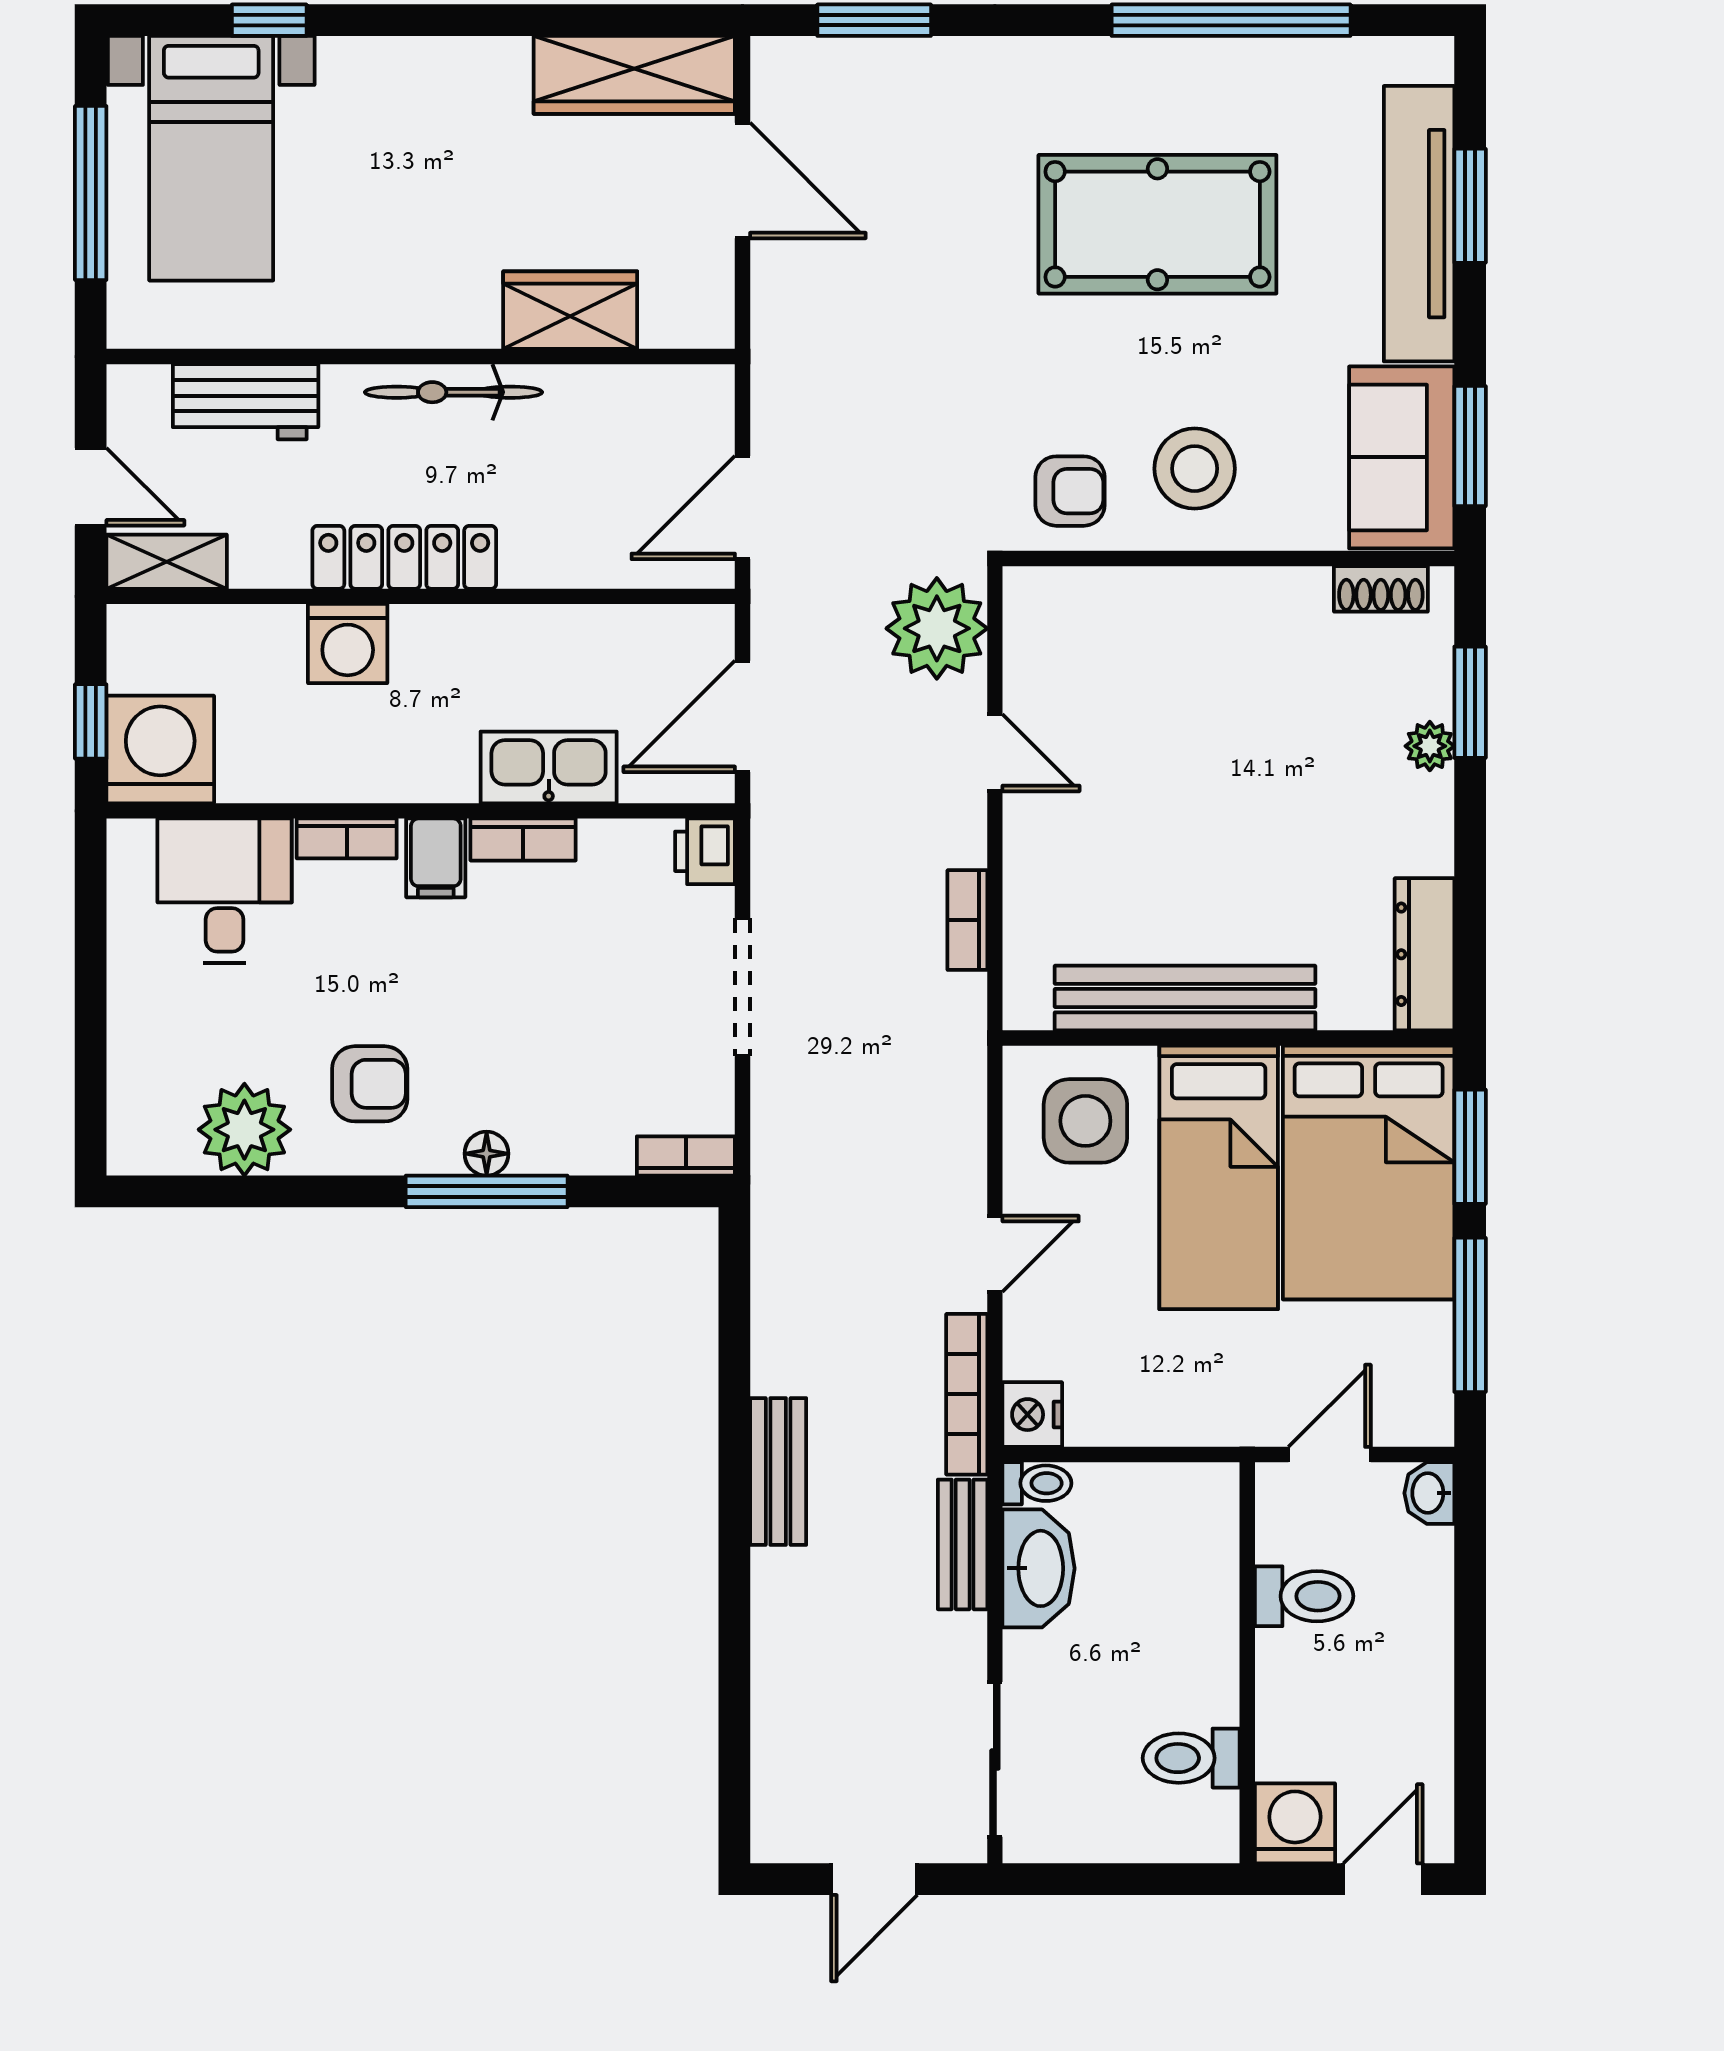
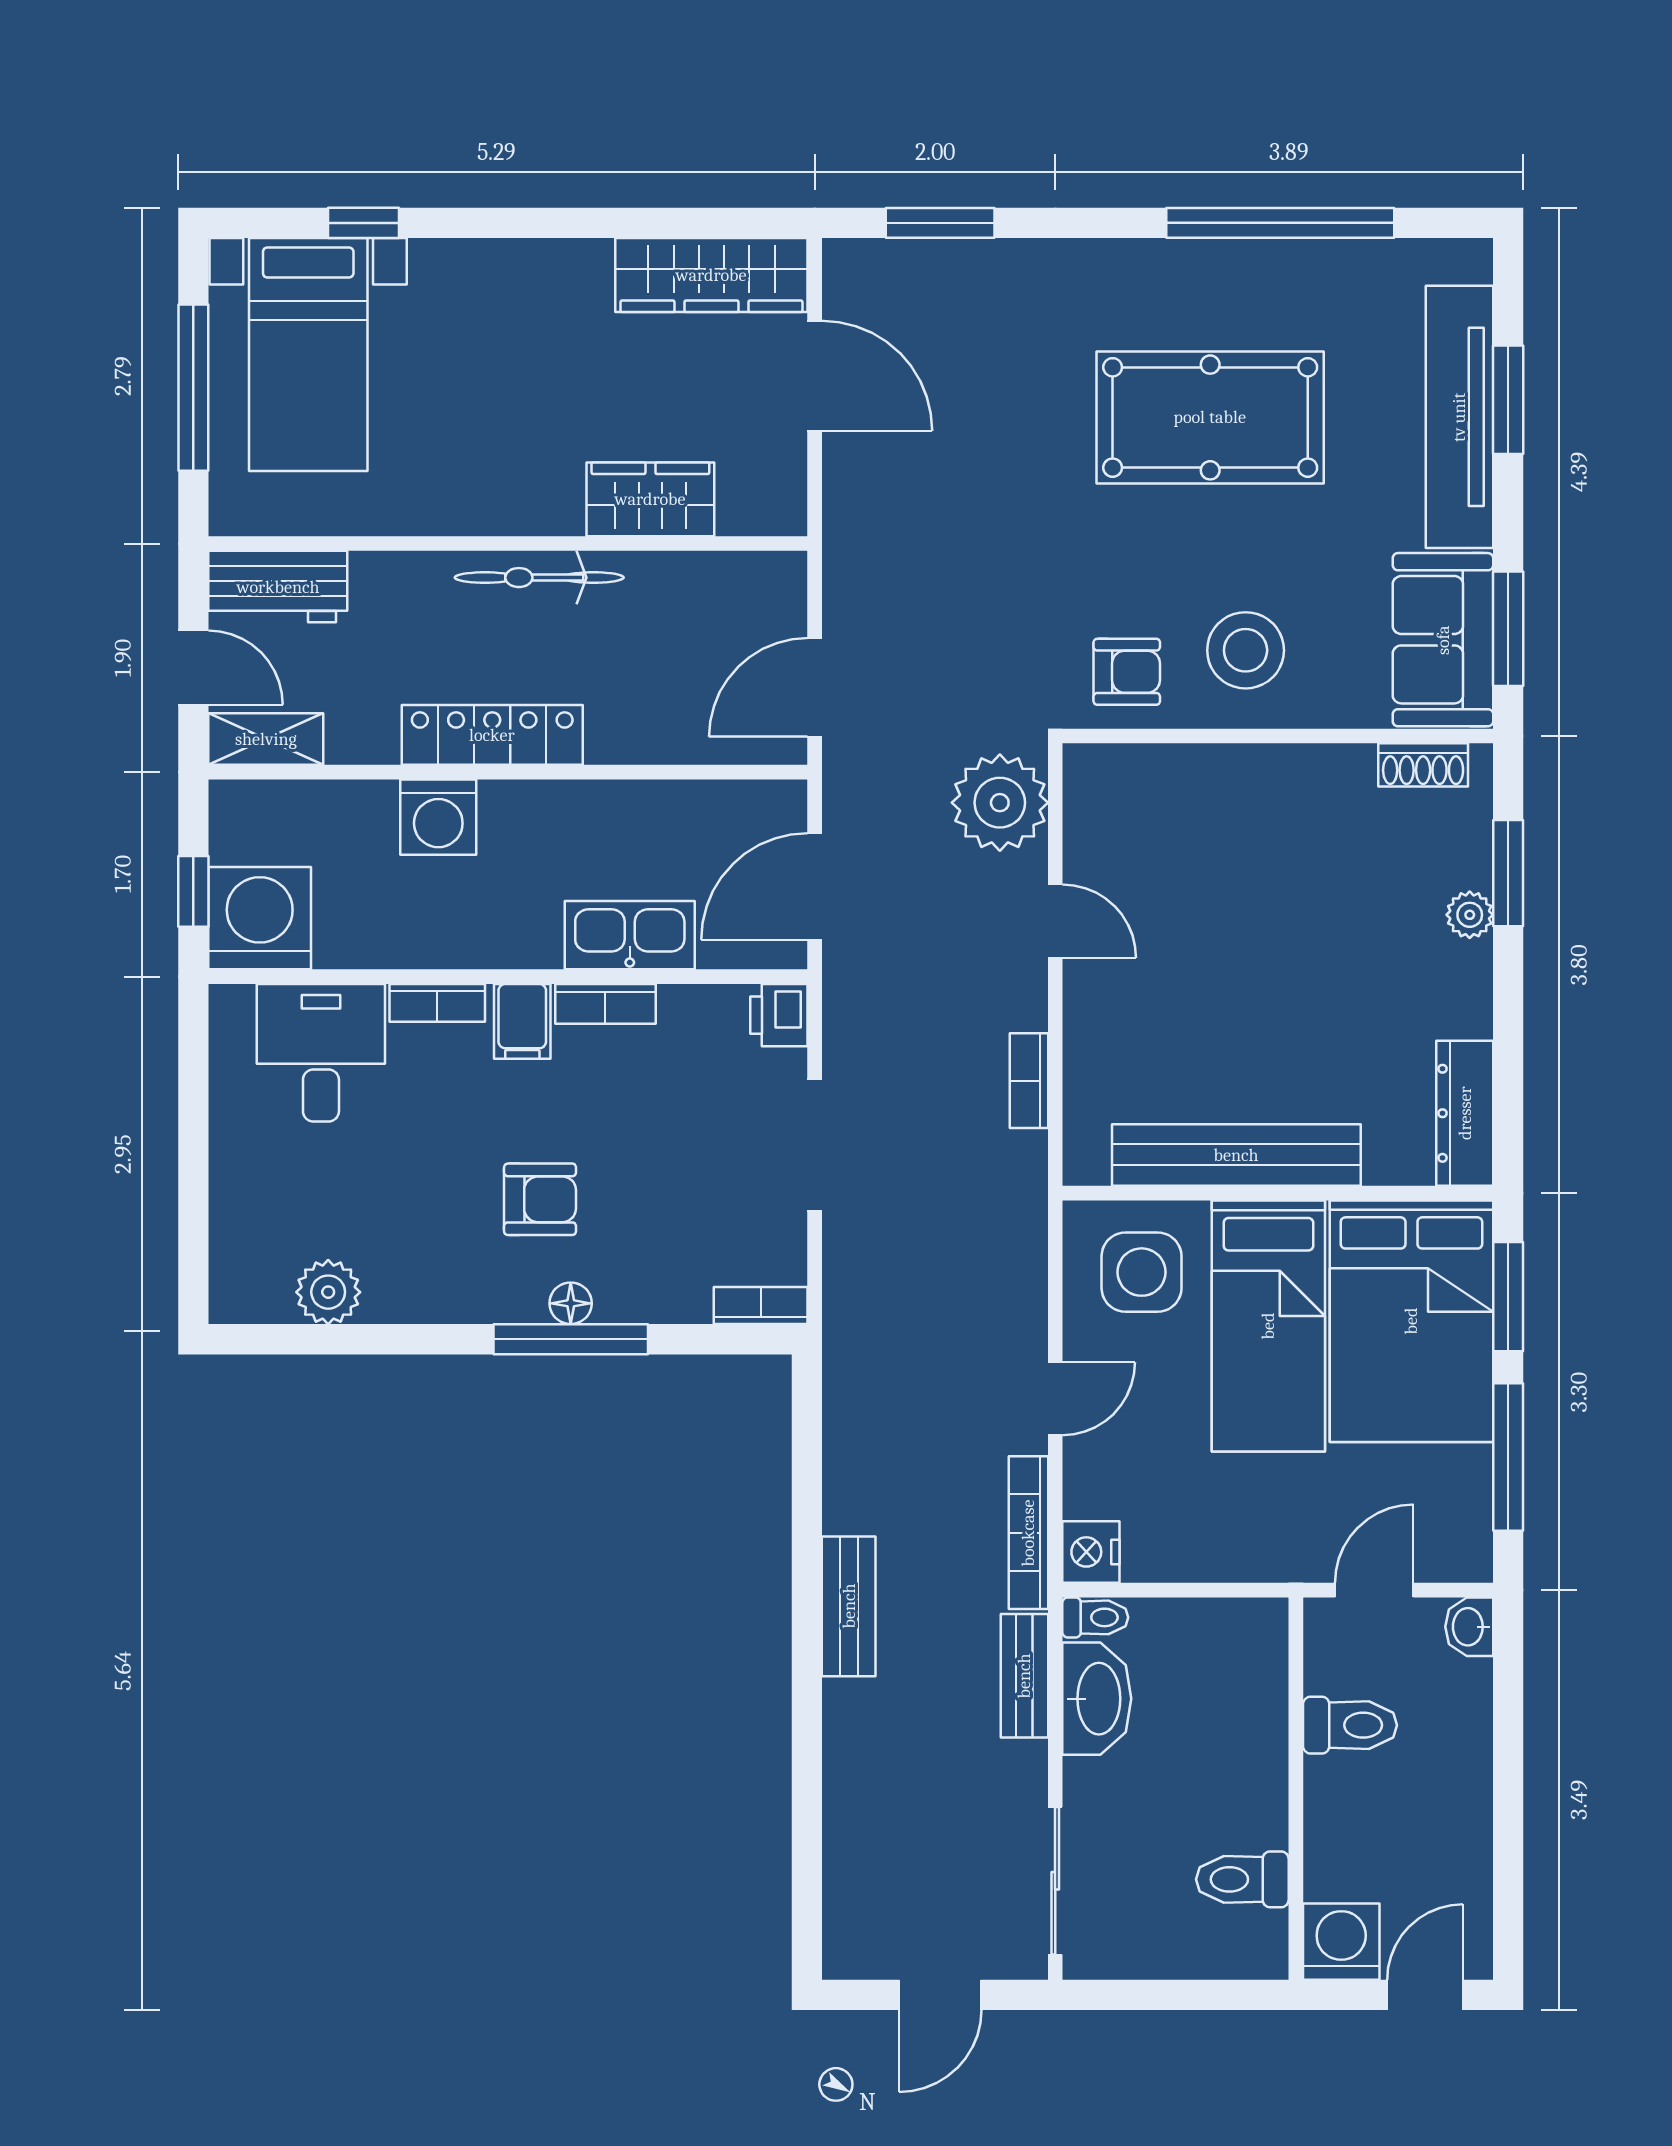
workbench: (246, 402) -> (278, 587), moved
armchair: (370, 1084) -> (540, 1199), moved
plant: (244, 1130) -> (328, 1292), width x0.73, depth x0.73

